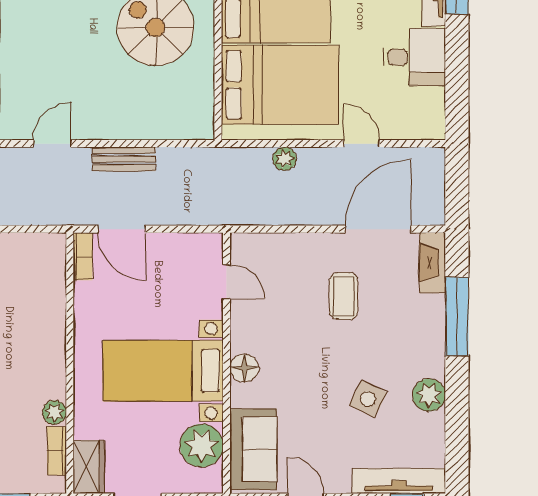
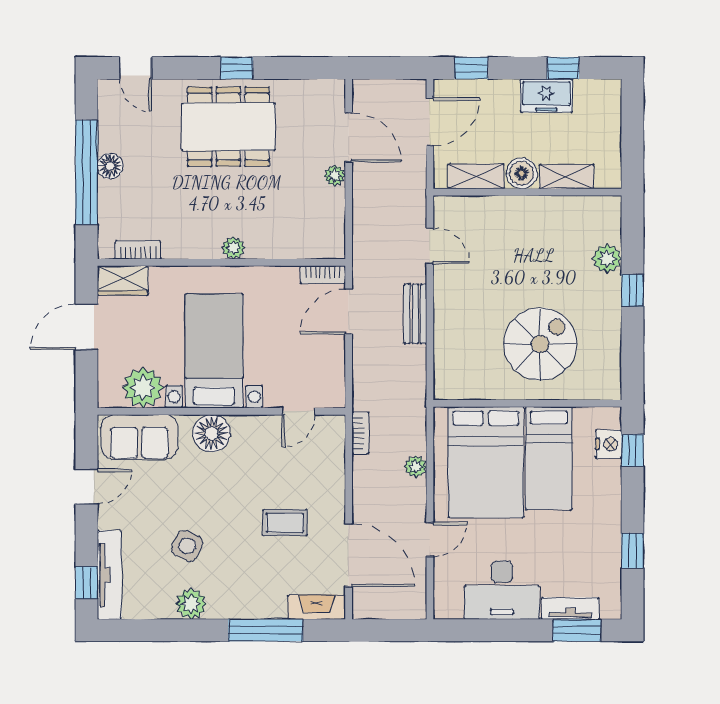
desk: (414, 57) -> (502, 590), width x1.37
bookcase: (249, 217) -> (360, 433), added
floor lamp: (244, 368) -> (212, 433), width x1.38, depth x1.38
plant: (54, 412) -> (233, 248), moved

